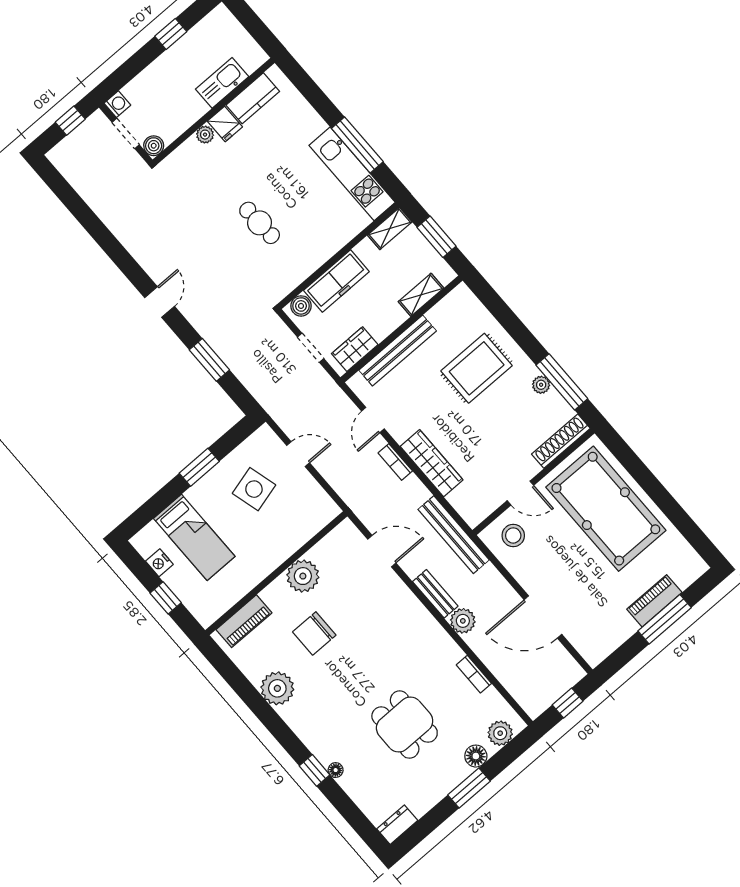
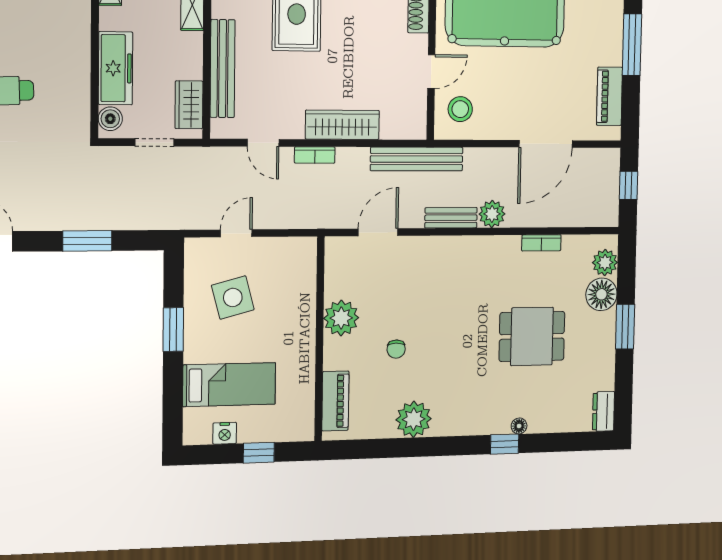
piano: (654, 601) -> (609, 96), moved
chair: (314, 633) -> (396, 349), width x0.54, depth x0.54
floor lamp: (476, 756) -> (601, 294), width x1.38, depth x1.38

